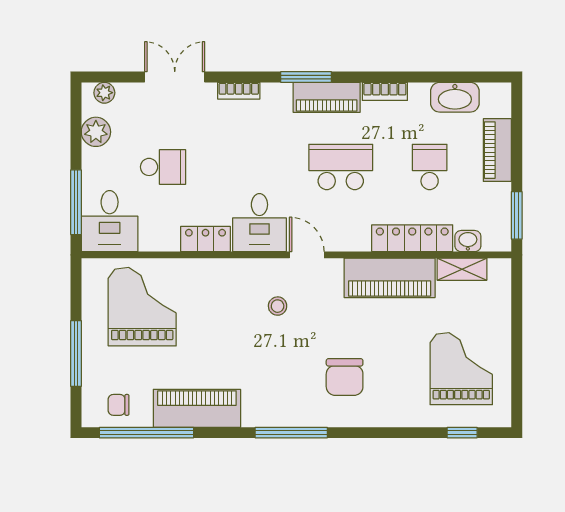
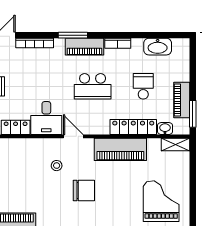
bookcase: (239, 91) -> (35, 43), width x1.56
piano: (497, 150) -> (182, 100), moved
school desk: (341, 167) -> (93, 86), turned 180
shelving: (462, 269) -> (176, 145), moved
chair: (345, 377) -> (84, 191), moved, turned -90

